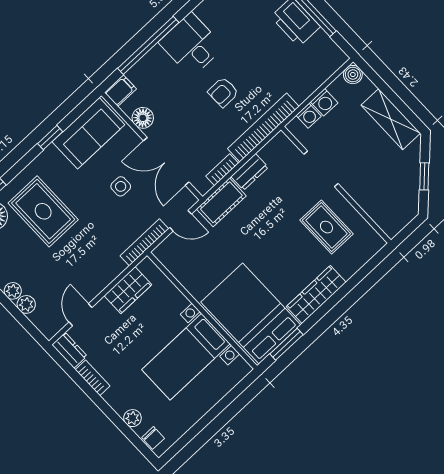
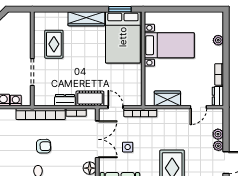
chair: (153, 438) -> (217, 23), removed

